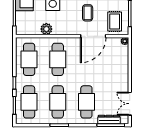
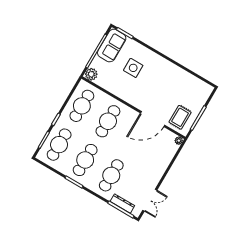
coffee table: (88, 13) -> (160, 95), removed
plant: (46, 29) -> (91, 74), moved
double door: (130, 104) -> (150, 200), swing flipped

